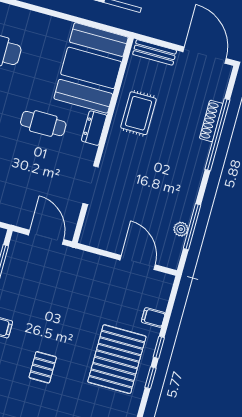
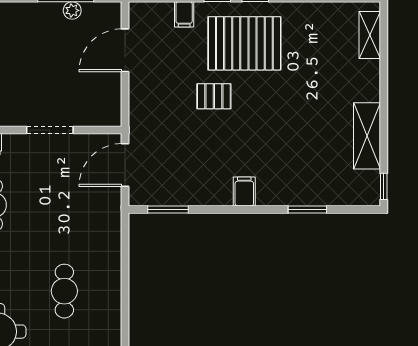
pallet: (43, 367) -> (214, 96), moved

